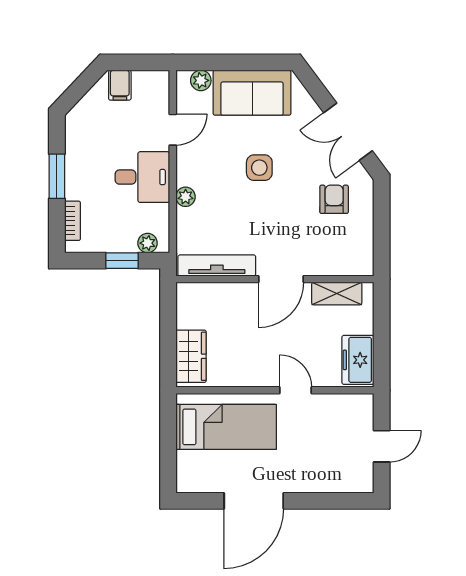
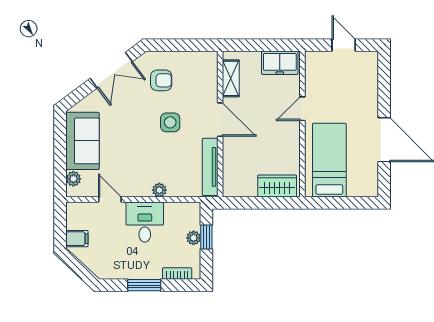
side table: (259, 168) -> (170, 122), moved
armchair: (334, 199) -> (161, 80), turned 180
plant: (148, 243) -> (194, 238), moved

